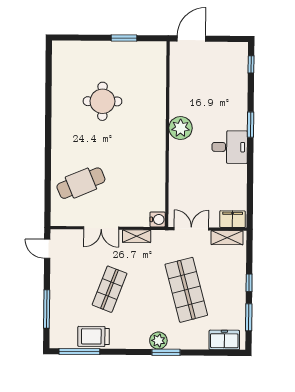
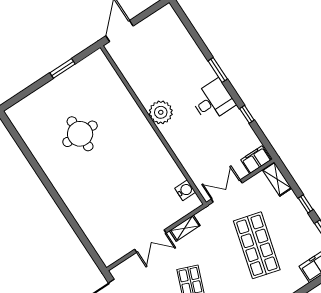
window: (251, 64) -> (247, 114), moved
cafe table: (81, 183) -> (108, 215), removed
water cooler: (158, 219) -> (185, 190), moved
shelving: (227, 238) -> (277, 179), moved, turned 90
shop shelf: (186, 290) -> (257, 245), turned 30

